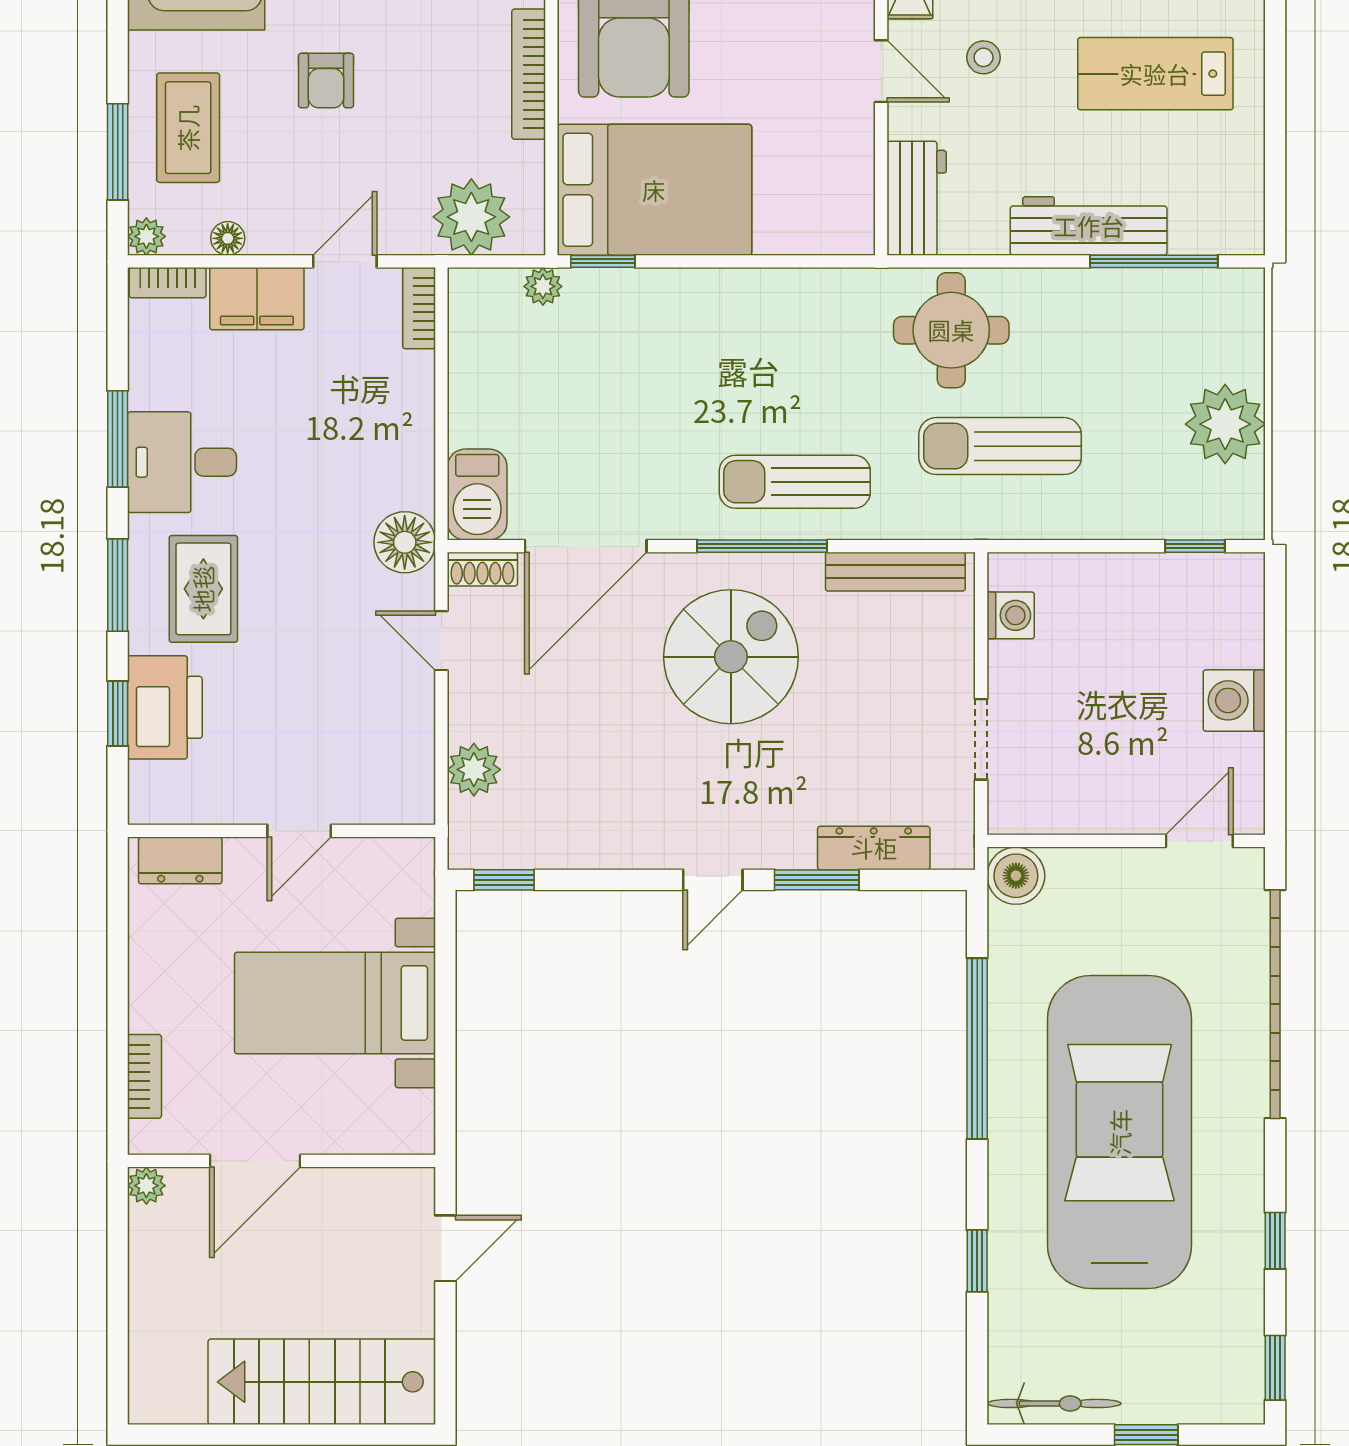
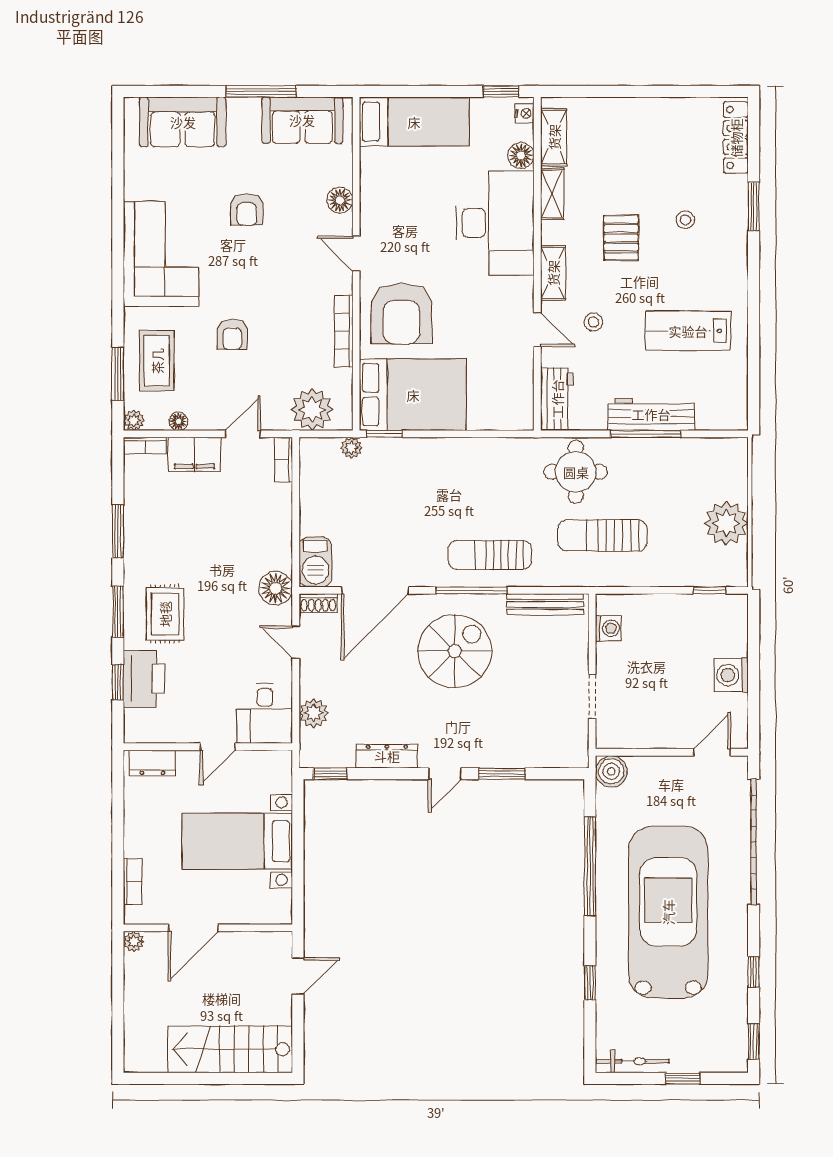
window: (1154, 261) -> (646, 434), moved
desk: (182, 462) -> (265, 714), moved, turned -90
dresser: (874, 848) -> (387, 756), moved

